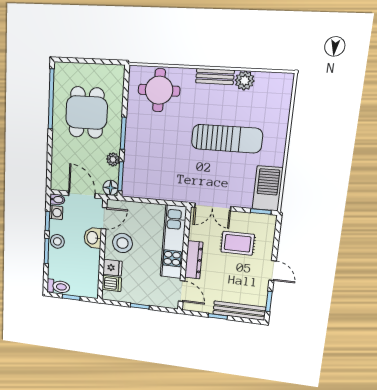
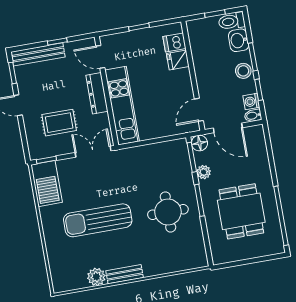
round table: (159, 90) -> (168, 212), moved
washbasin: (93, 238) -> (239, 40), moved, turned 180
stool: (122, 243) -> (174, 89), removed

